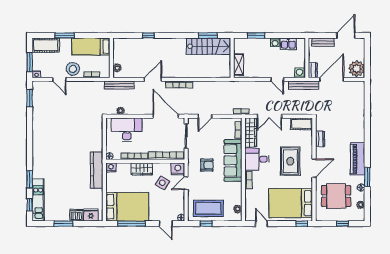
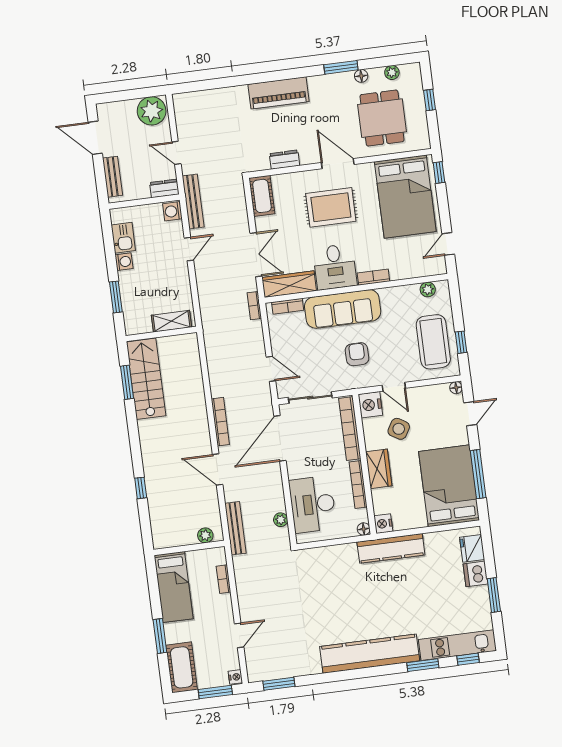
stool: (73, 69) -> (217, 614), removed
door: (332, 79) -> (176, 153), width x0.53
kitchen counter: (40, 151) -> (370, 654), added
piano: (358, 159) -> (278, 93), moved

